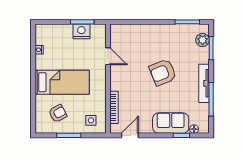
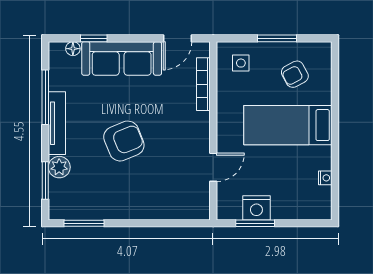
plant: (203, 40) -> (59, 167), moved
door: (108, 56) -> (213, 167), swing flipped
sofa: (171, 123) -> (122, 58), width x1.36

